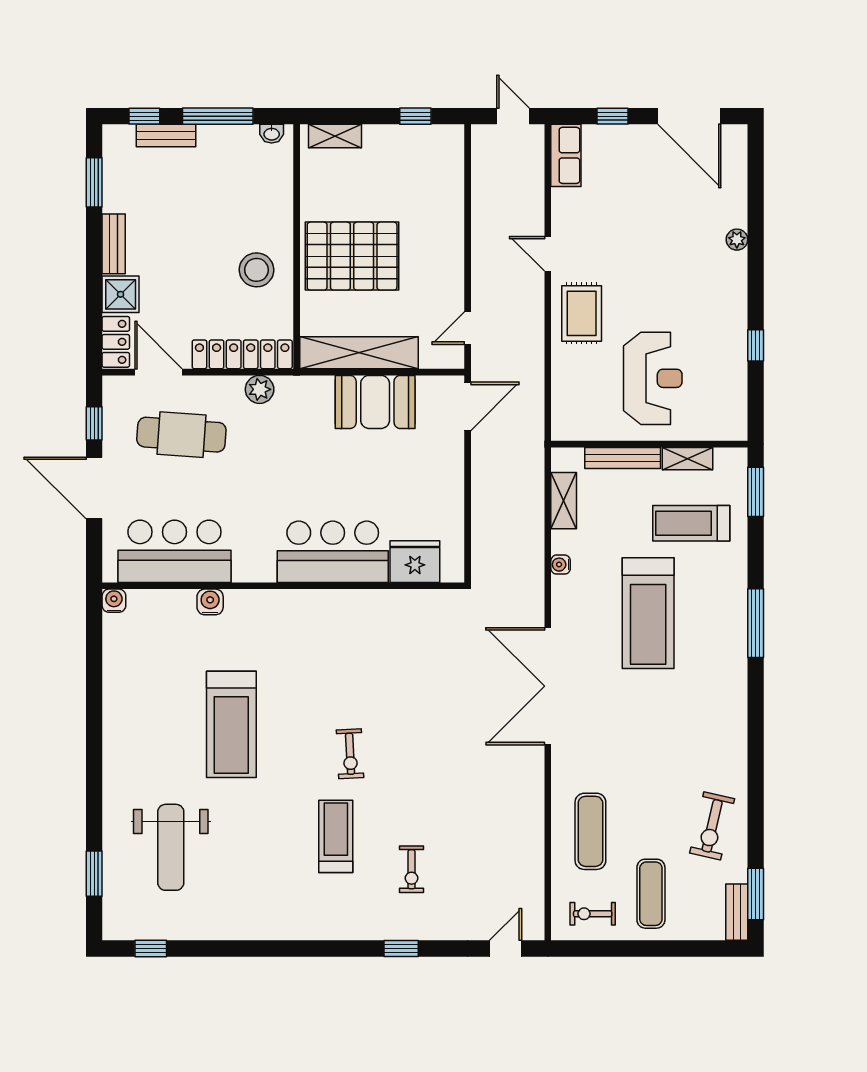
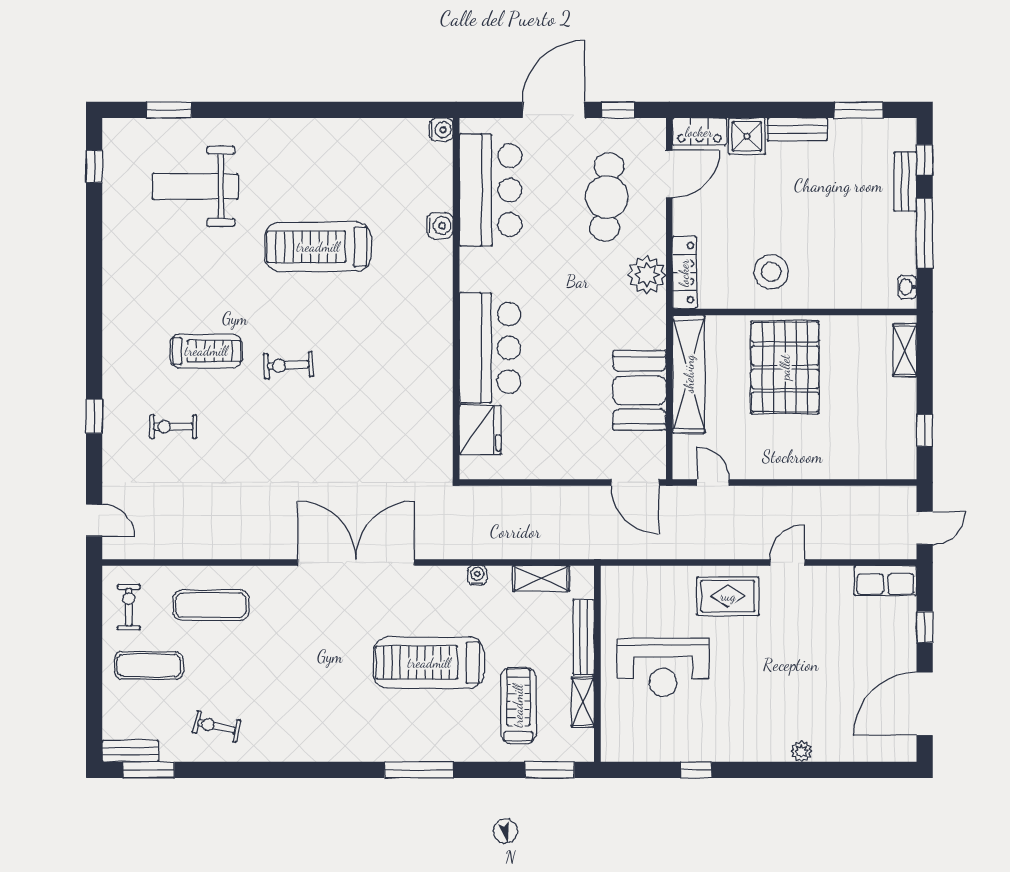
locker: (242, 354) -> (684, 273), width x0.71, depth x0.83
plant: (260, 389) -> (647, 275), width x1.36, depth x1.36
exercise bike: (712, 826) -> (216, 727), width x0.73, depth x0.72

